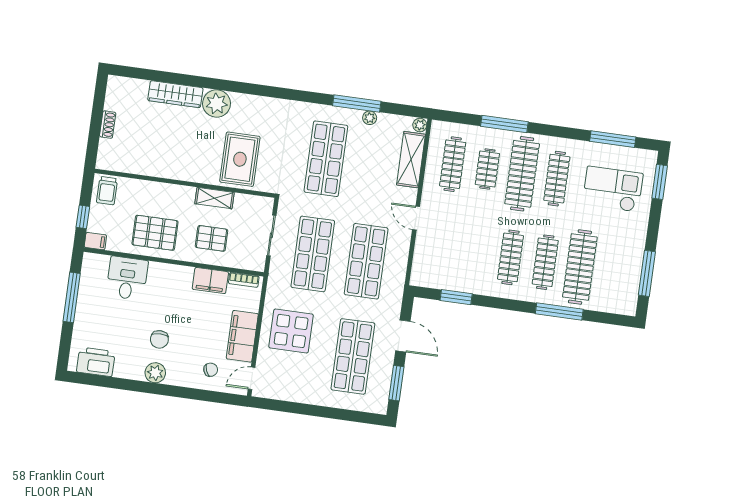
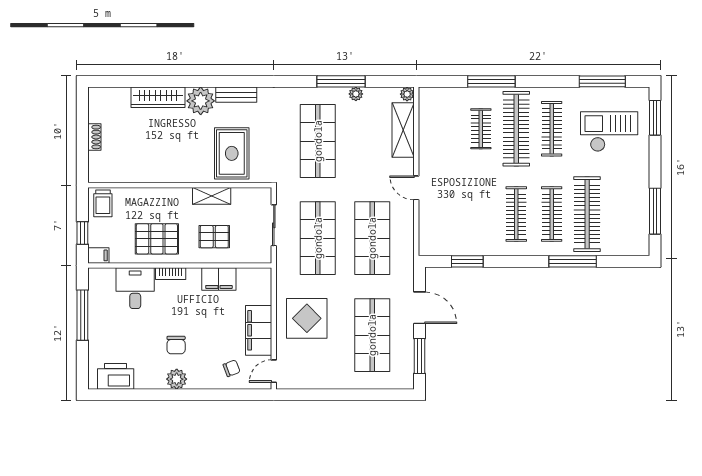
bench: (252, 102) -> (236, 95), added
clothes rail: (453, 164) -> (445, 129), removed
bookcase: (244, 280) -> (171, 274), moved

